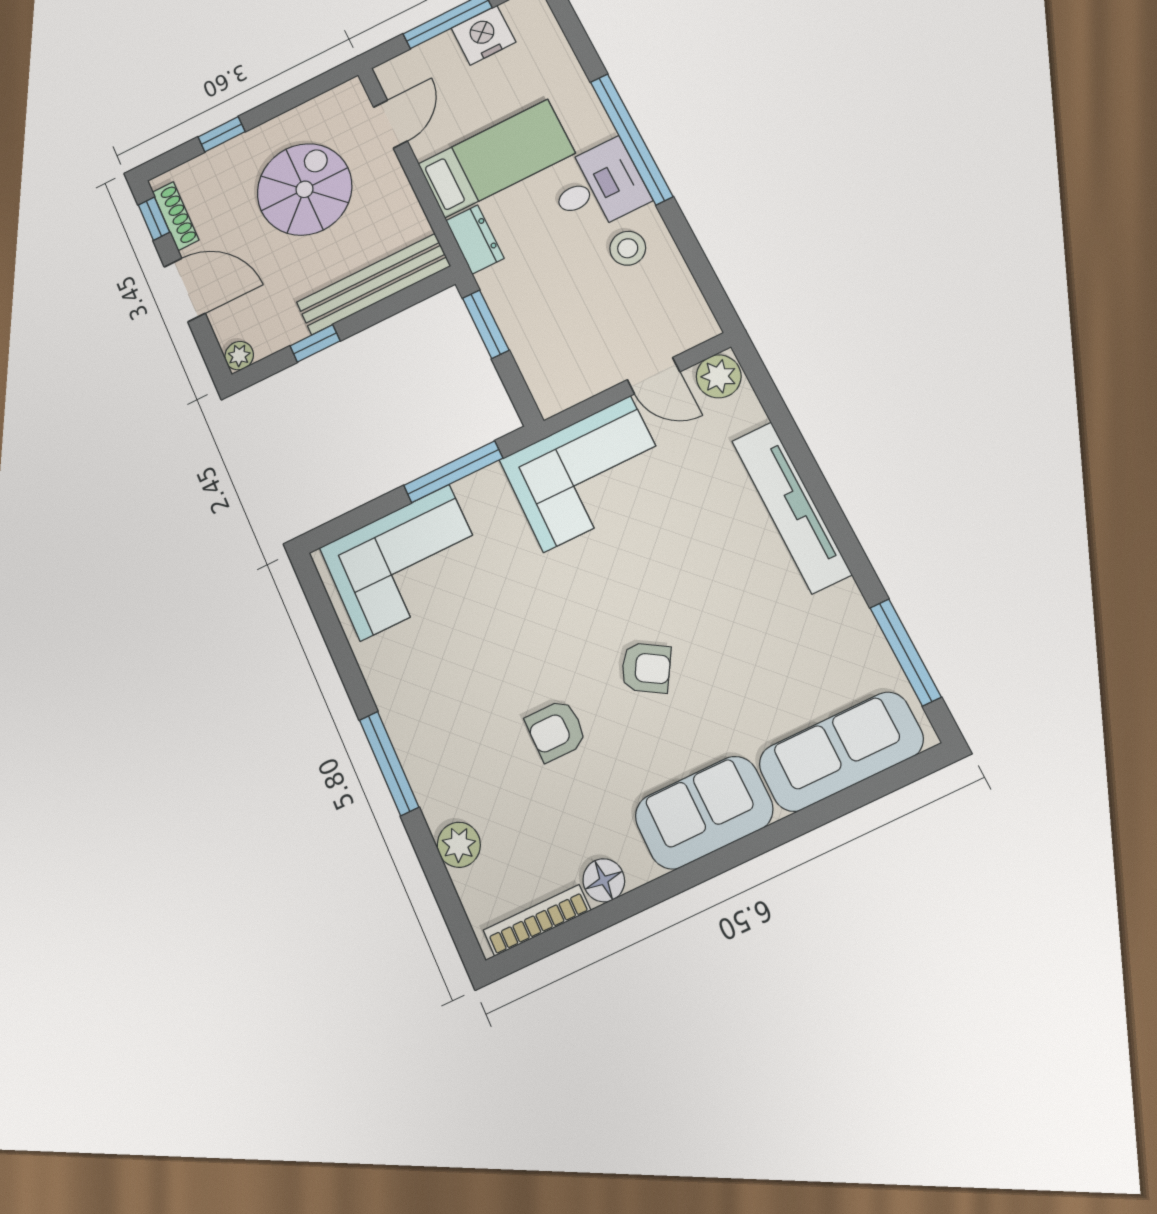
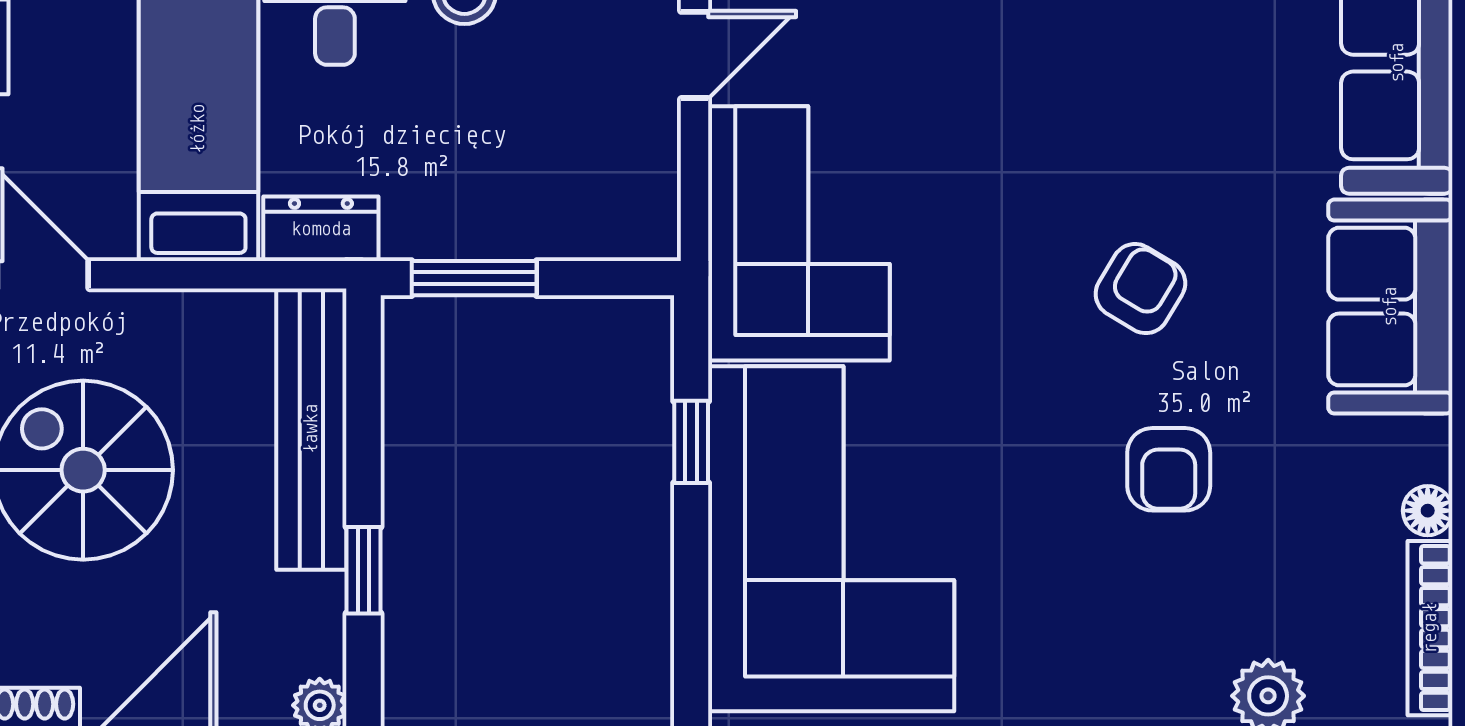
window: (453, 472) -> (691, 442), width x0.46
corner sofa: (405, 562) -> (831, 539), width x1.36, depth x1.36
floor lamp: (604, 880) -> (1428, 511), width x0.73, depth x0.73

